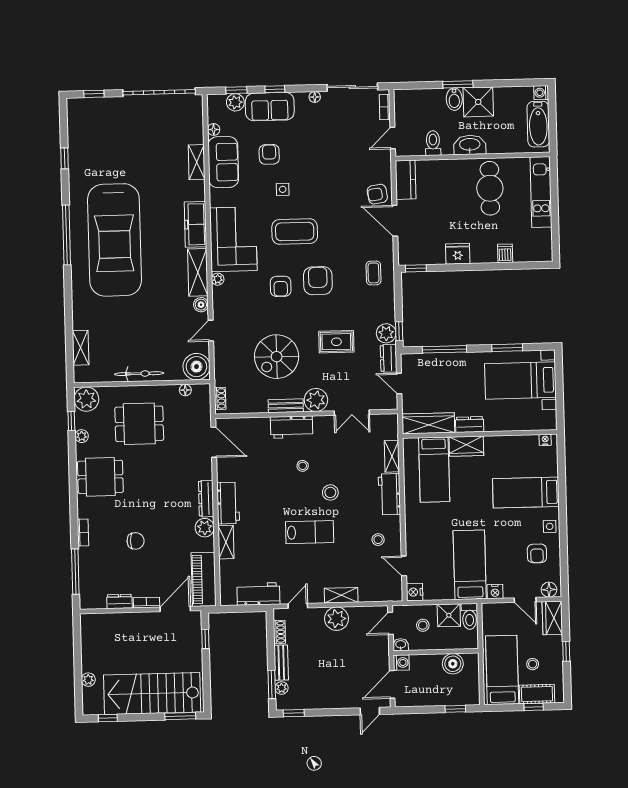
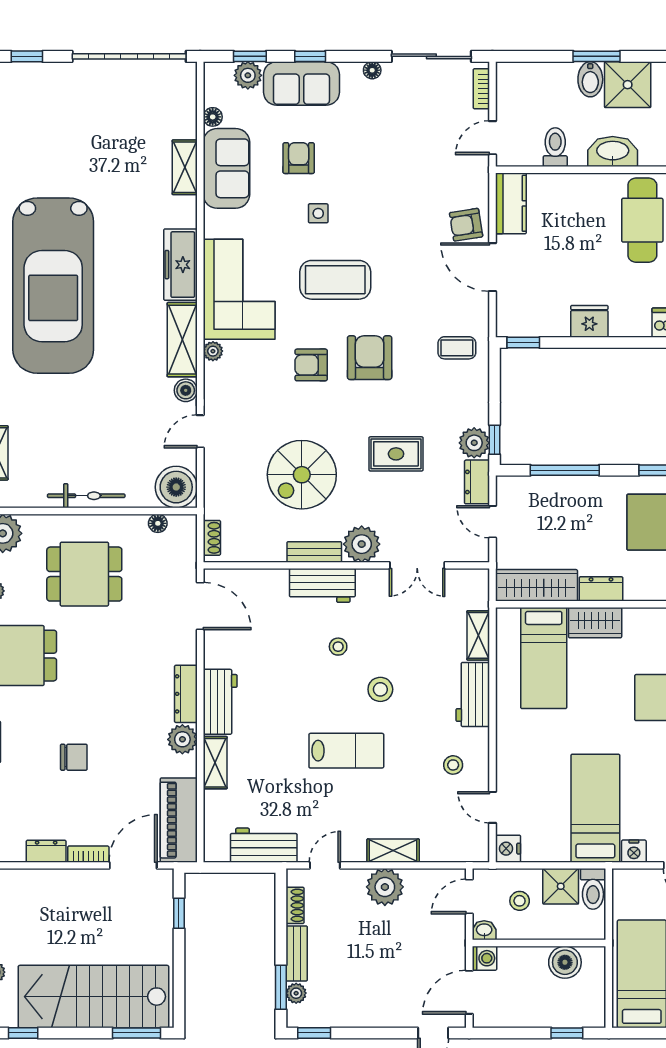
coffee table: (373, 273) -> (457, 348), turned 90
armchair: (281, 286) -> (311, 365), turned 90

